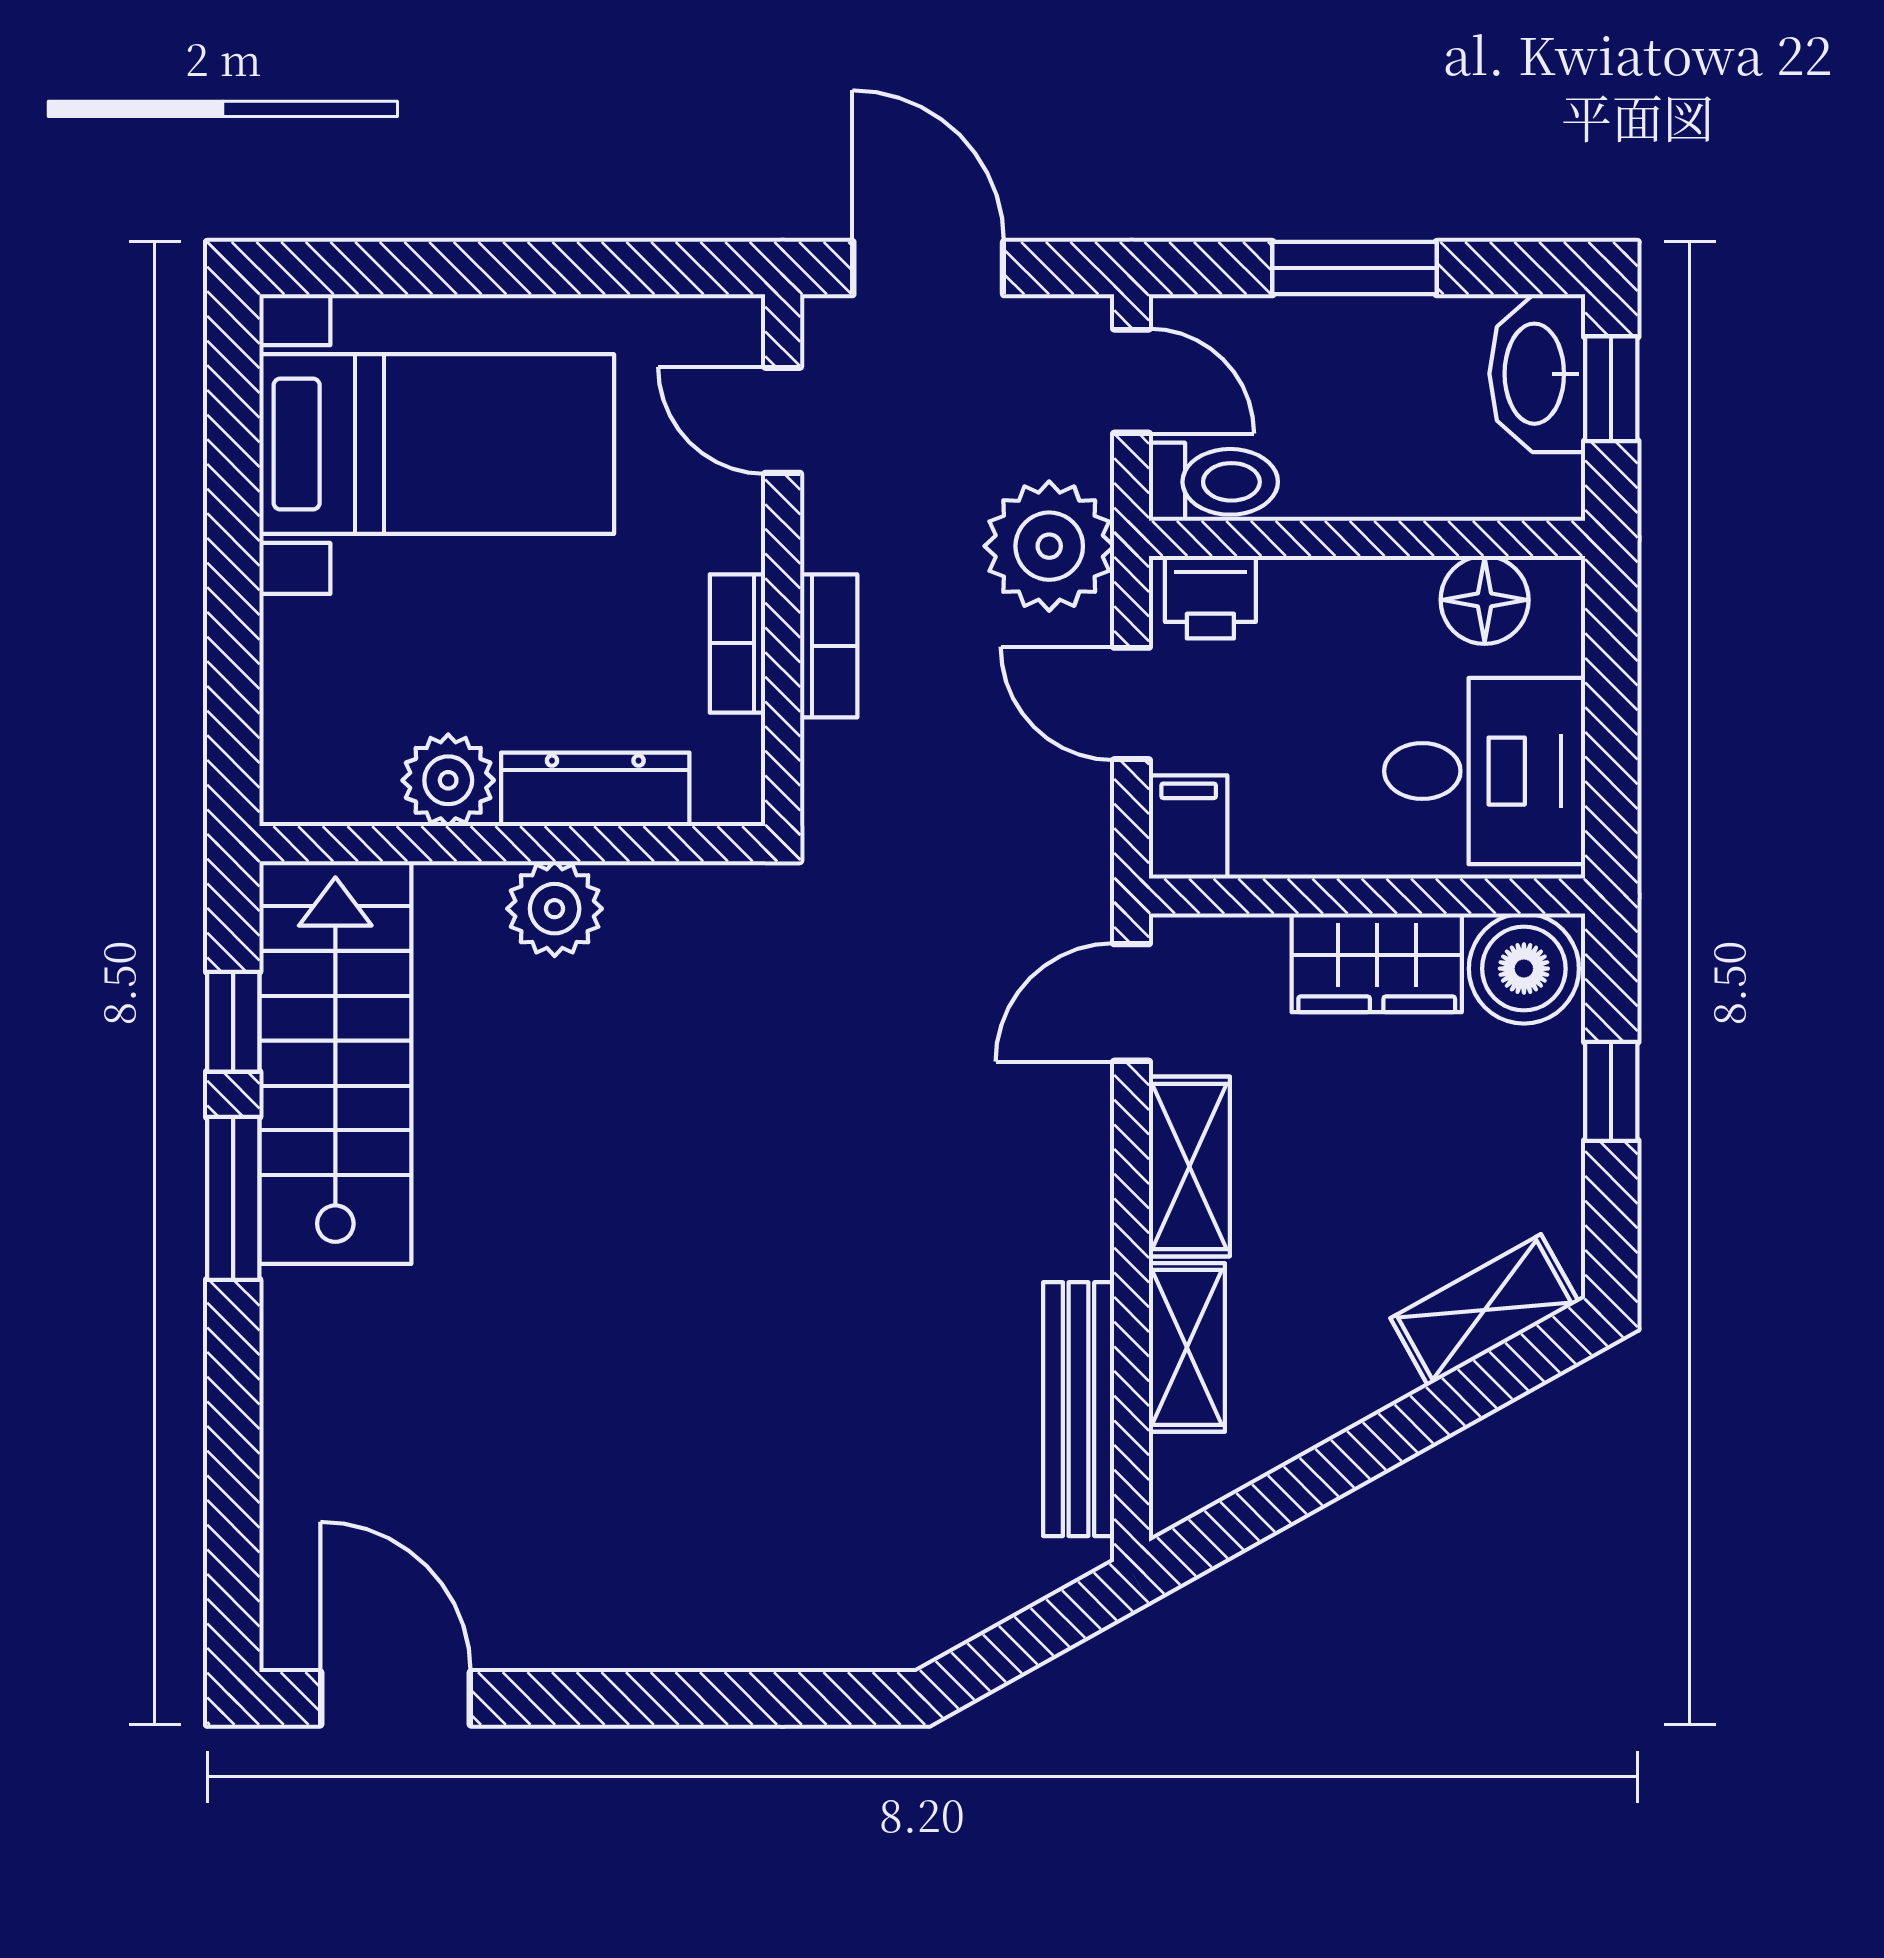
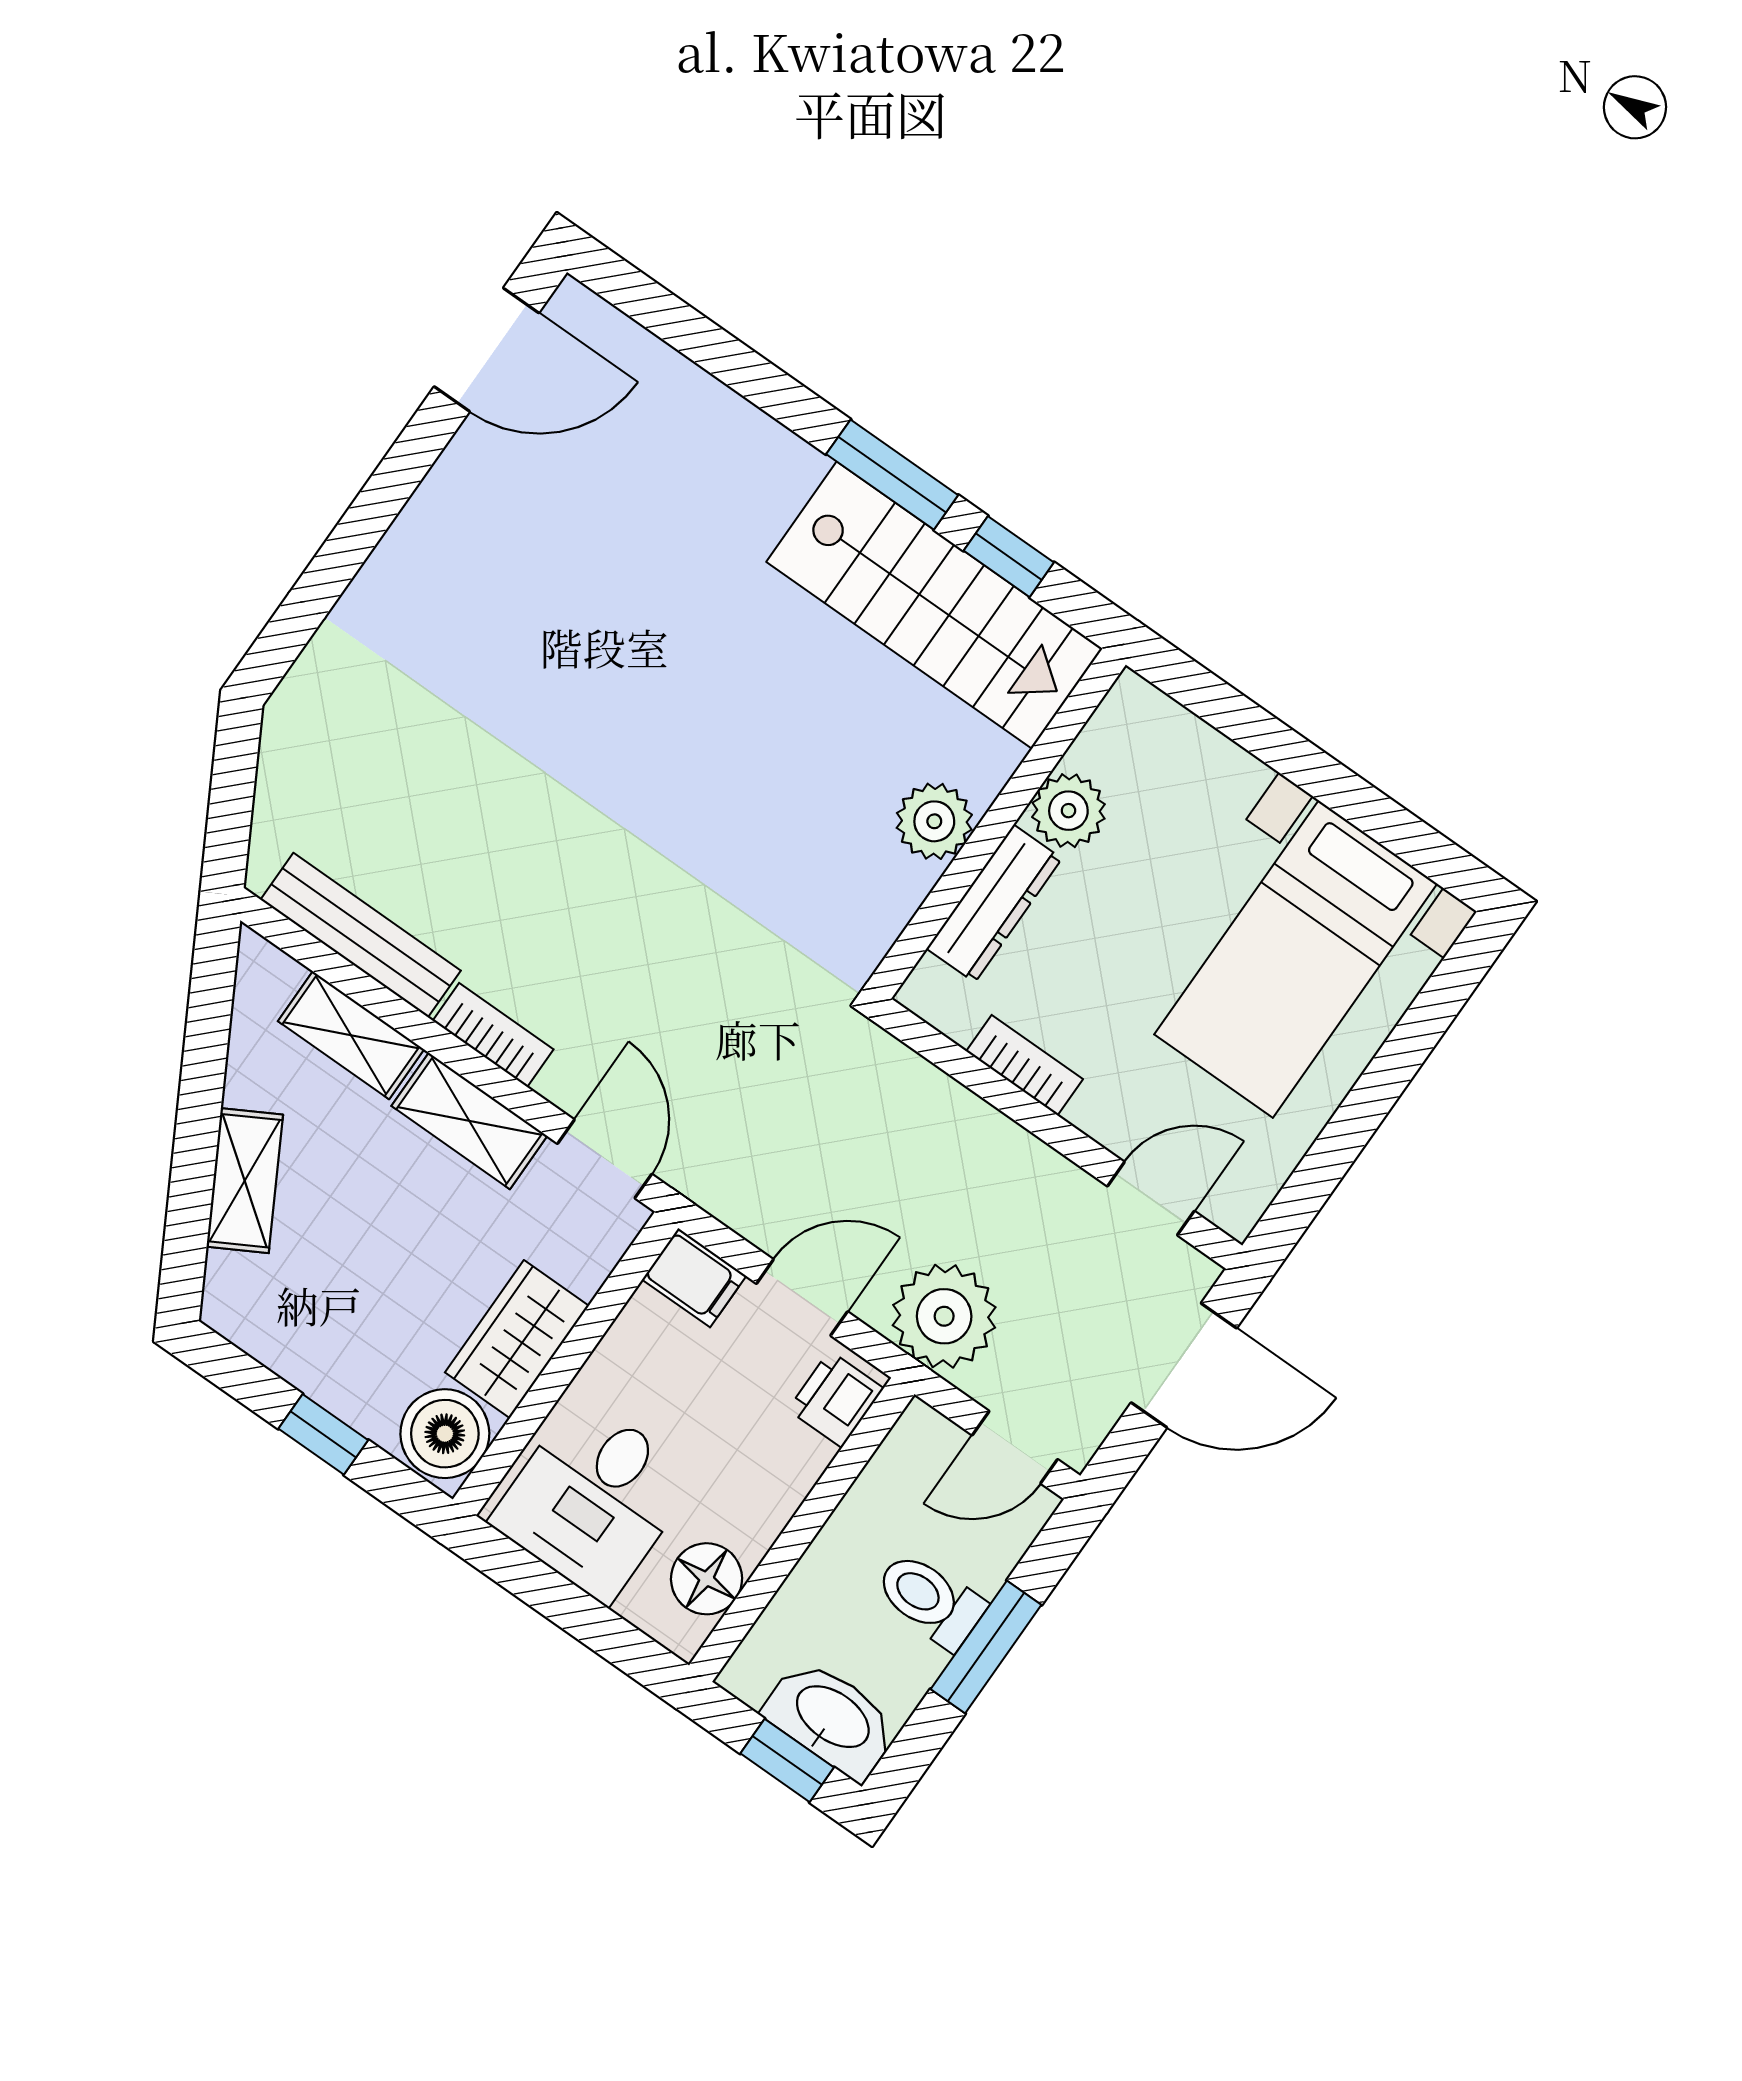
toilet: (1213, 482) -> (930, 1600), moved, turned 90
bookcase: (829, 646) -> (493, 1035), moved, turned 180
shelving: (1485, 1310) -> (245, 1181), moved

